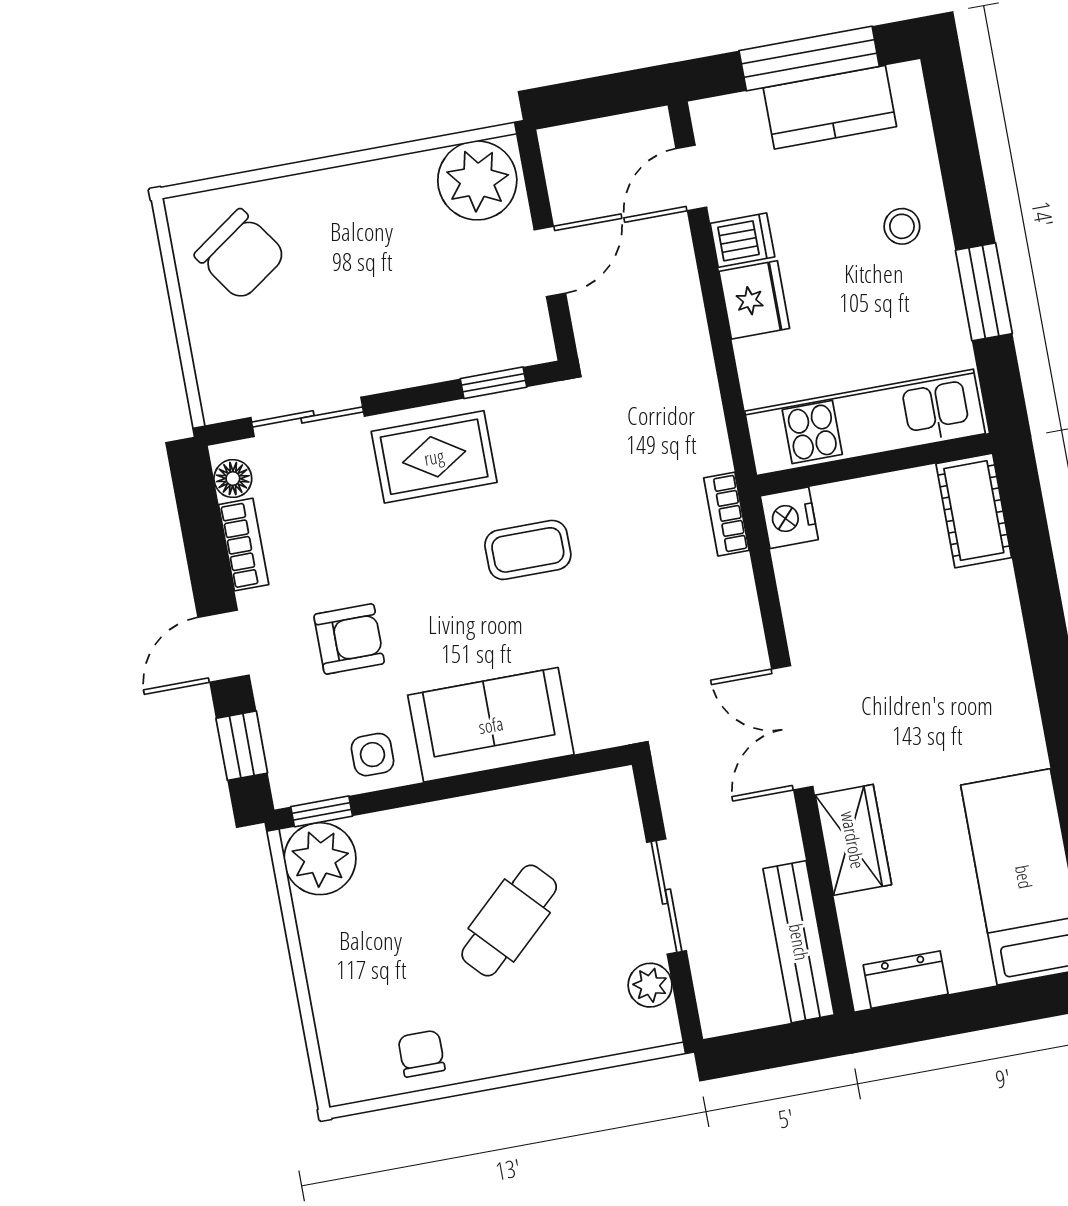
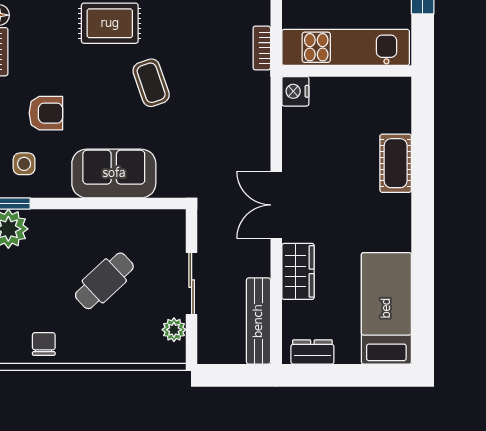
cot: (974, 511) -> (396, 163), moved
bookcase: (726, 514) -> (262, 48), moved
coffee table: (528, 550) -> (151, 83), turned 71
side table: (372, 755) -> (24, 164), moved

